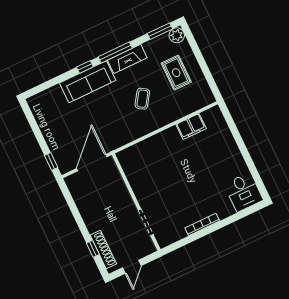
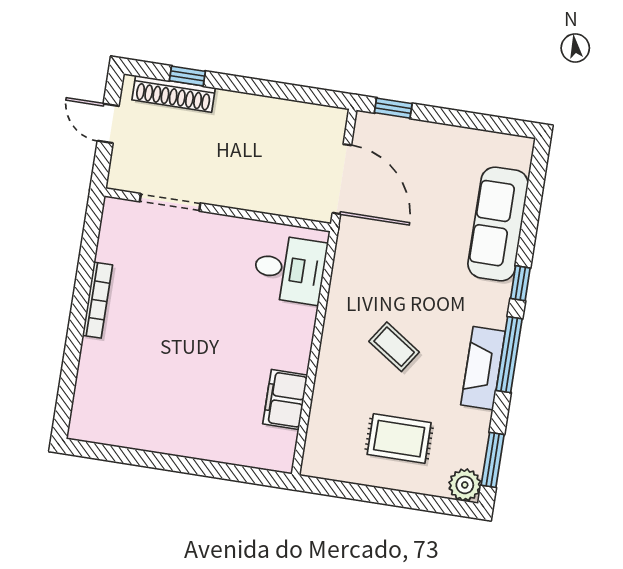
sofa: (88, 82) -> (498, 224), moved
desk: (244, 192) -> (290, 269), moved, turned 180

